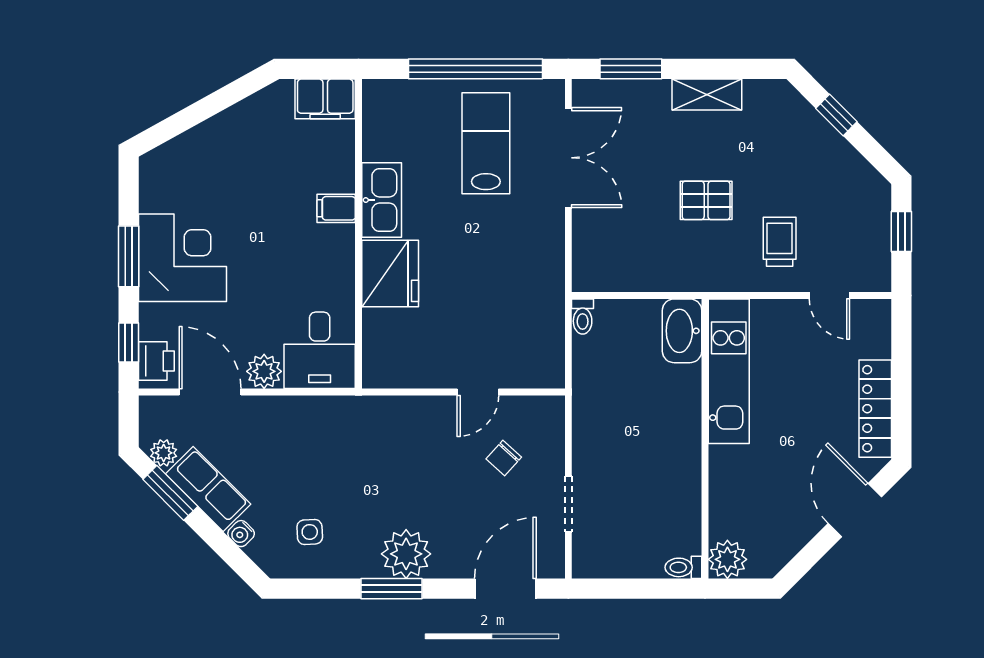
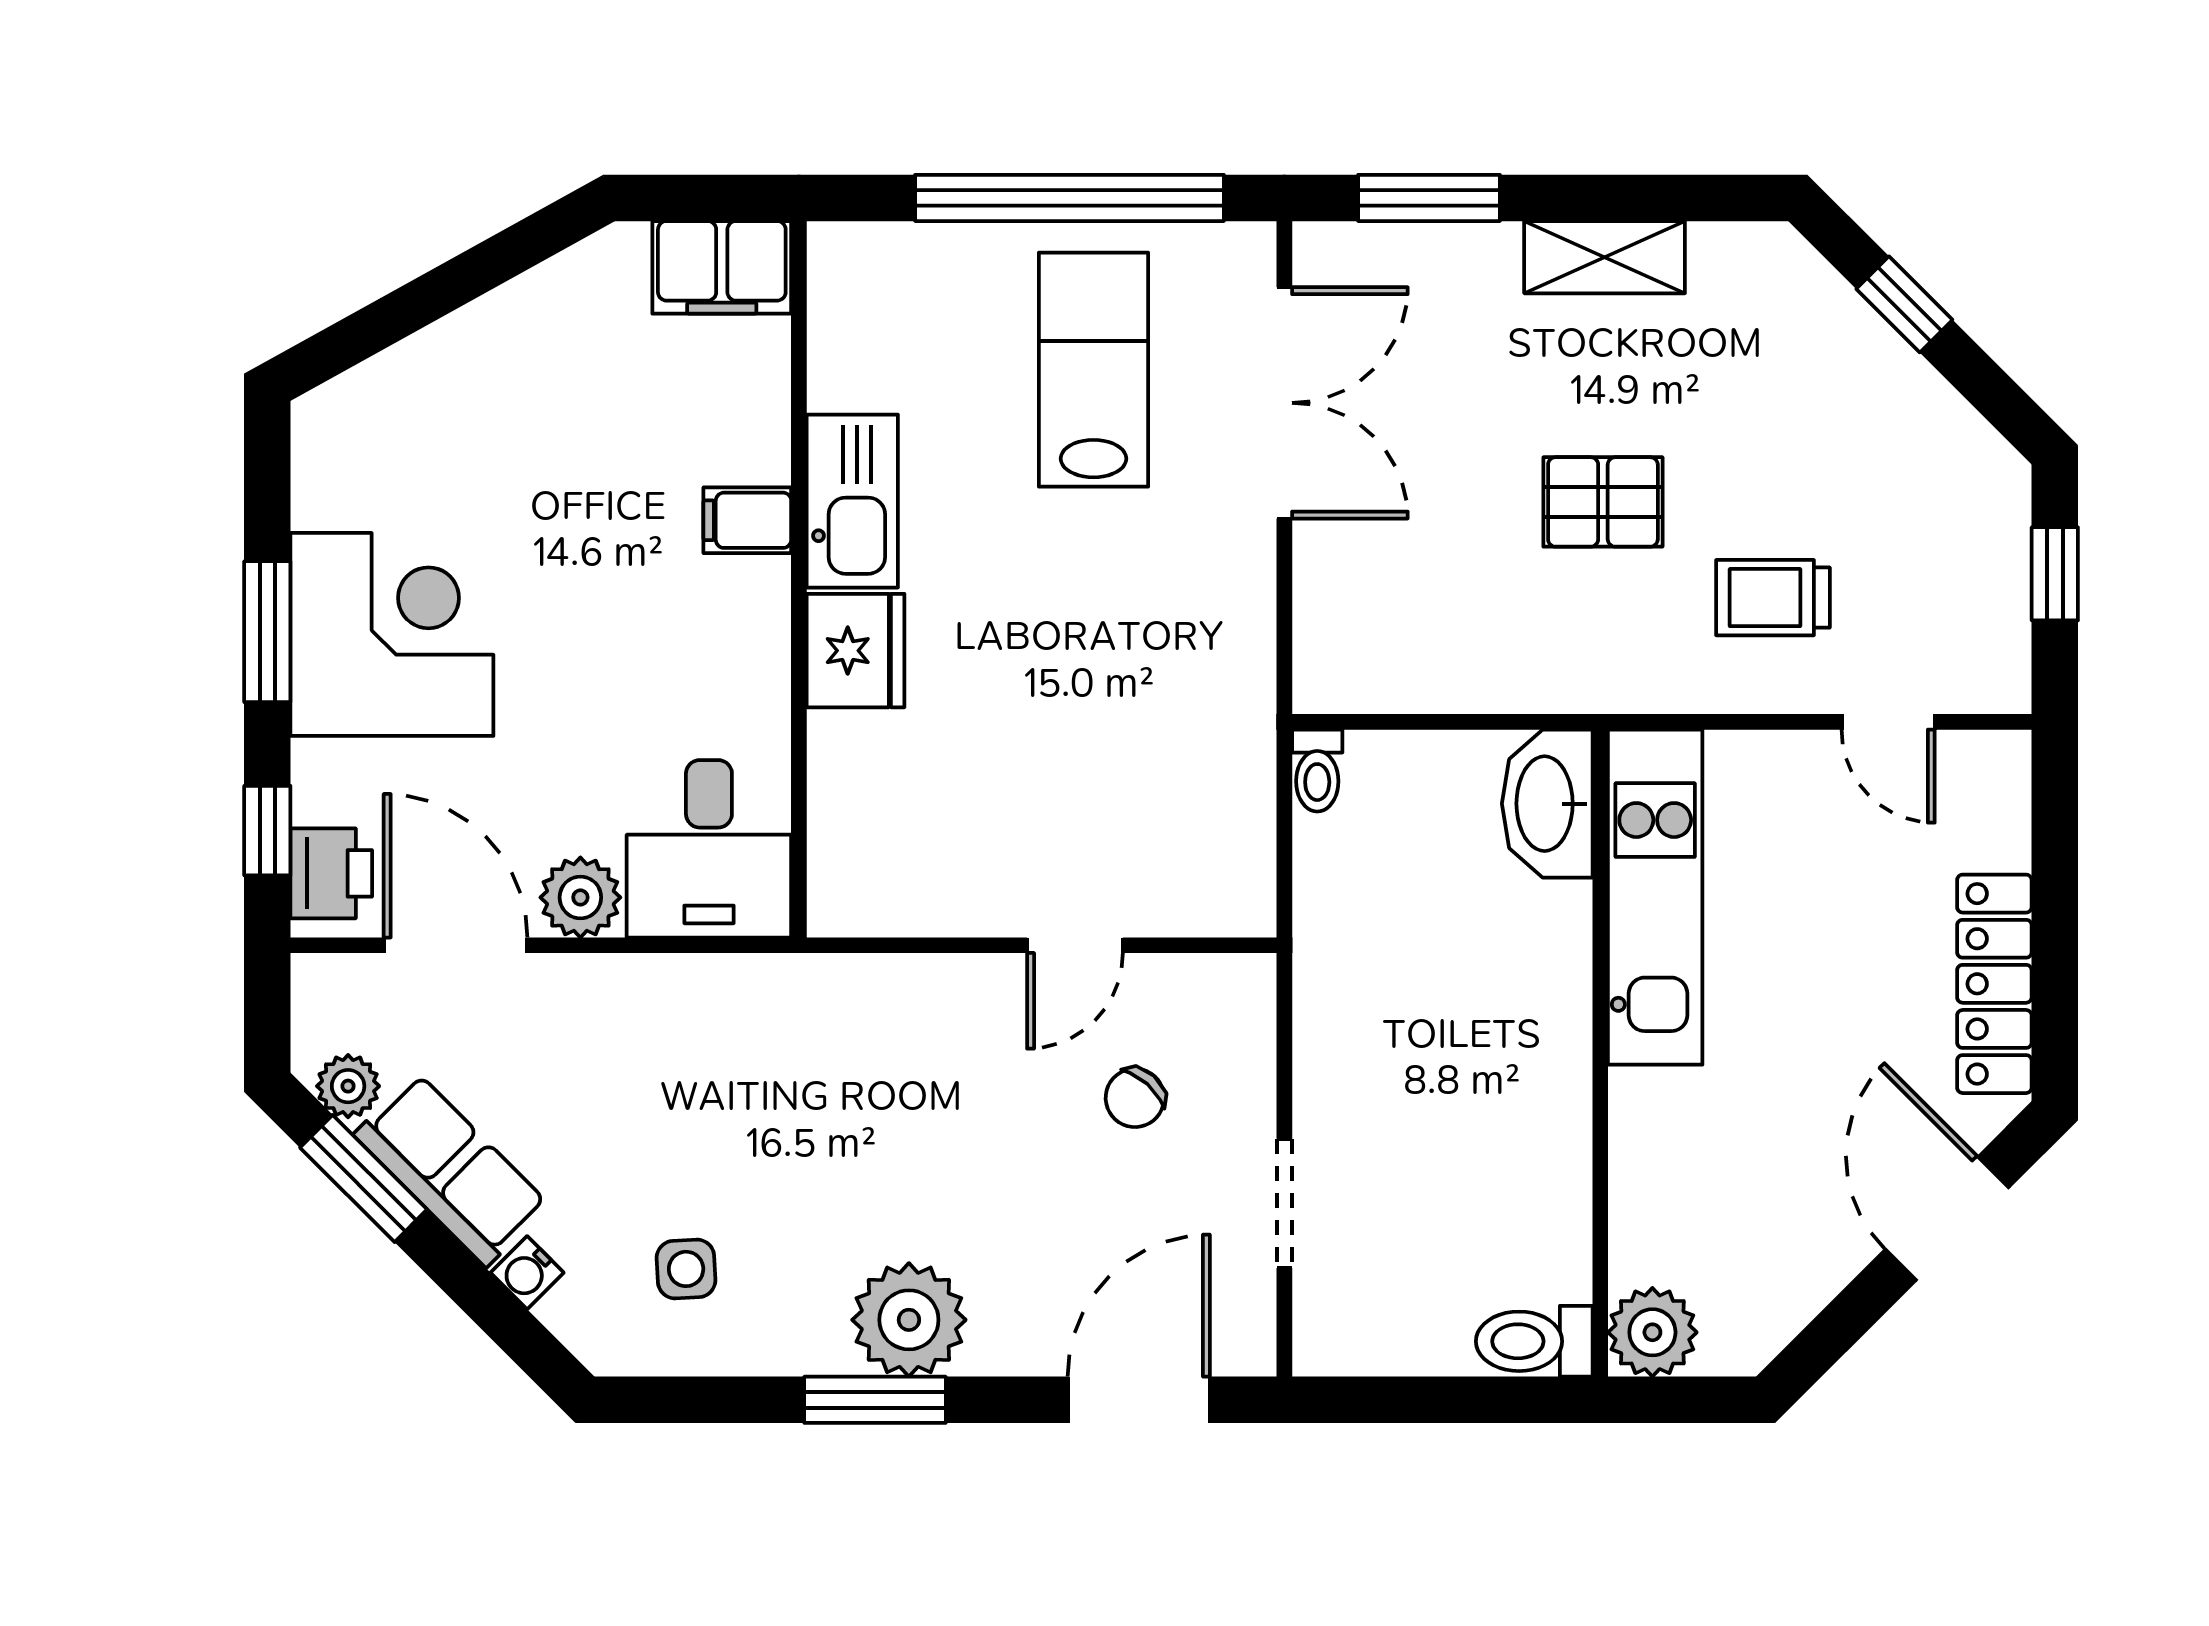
trolley: (780, 242) -> (1773, 598), turned -90
fridge: (390, 273) -> (856, 651), width x0.73, depth x0.75
toilet: (683, 567) -> (1534, 1341), width x1.37, depth x1.39

